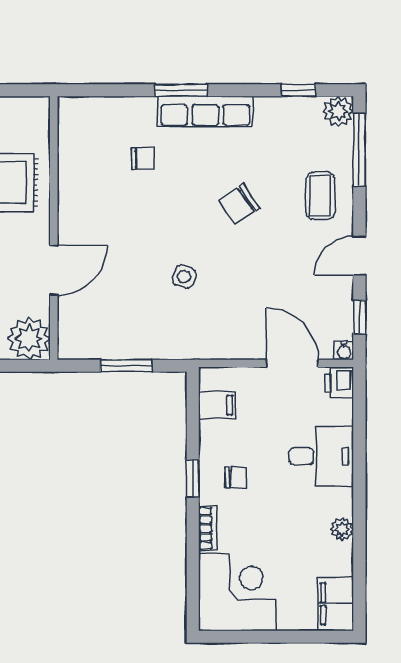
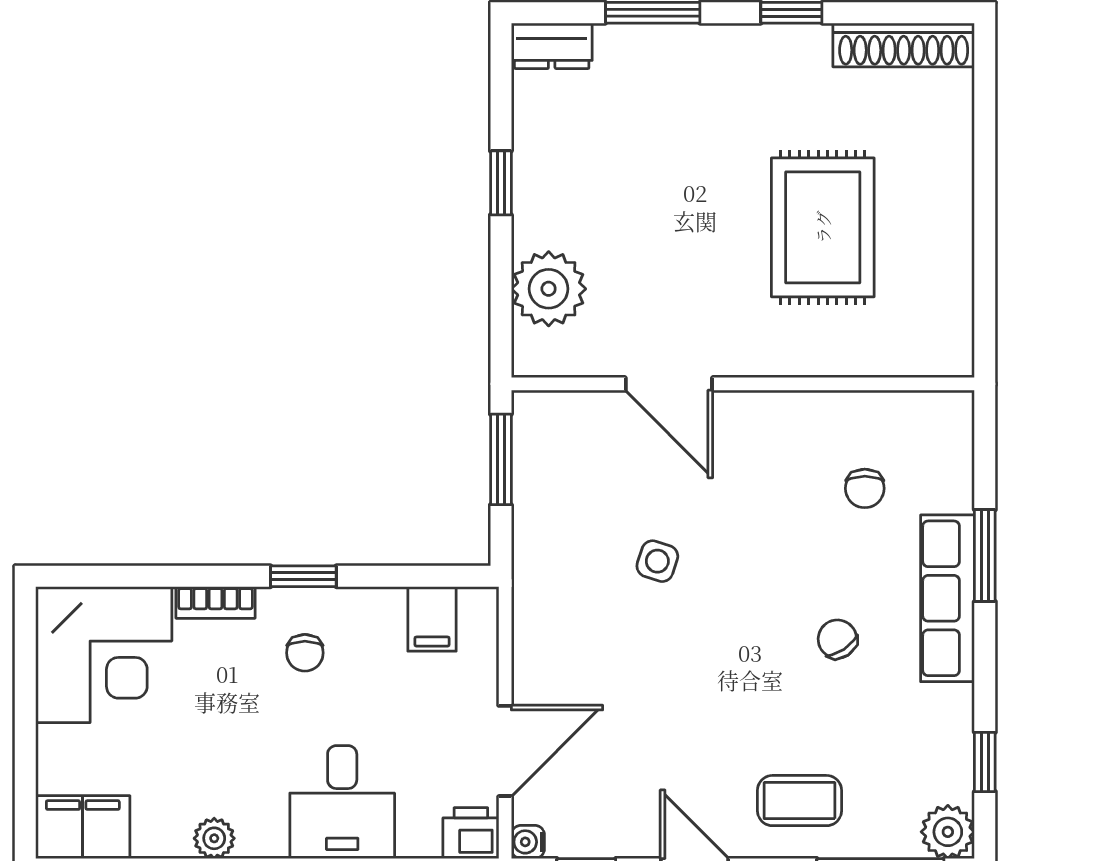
chair: (239, 204) -> (837, 639), moved, width x0.73, depth x0.73
wall: (54, 228) -> (743, 384), moved
door: (54, 270) -> (669, 384), moved

